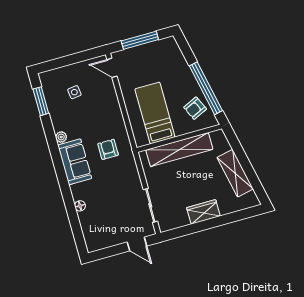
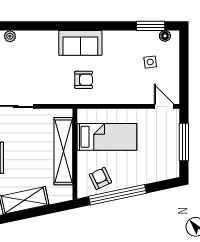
door: (112, 68) -> (164, 106), hinge flipped
plant: (61, 137) -> (10, 36), moved
floor lamp: (80, 206) -> (165, 36), moved

